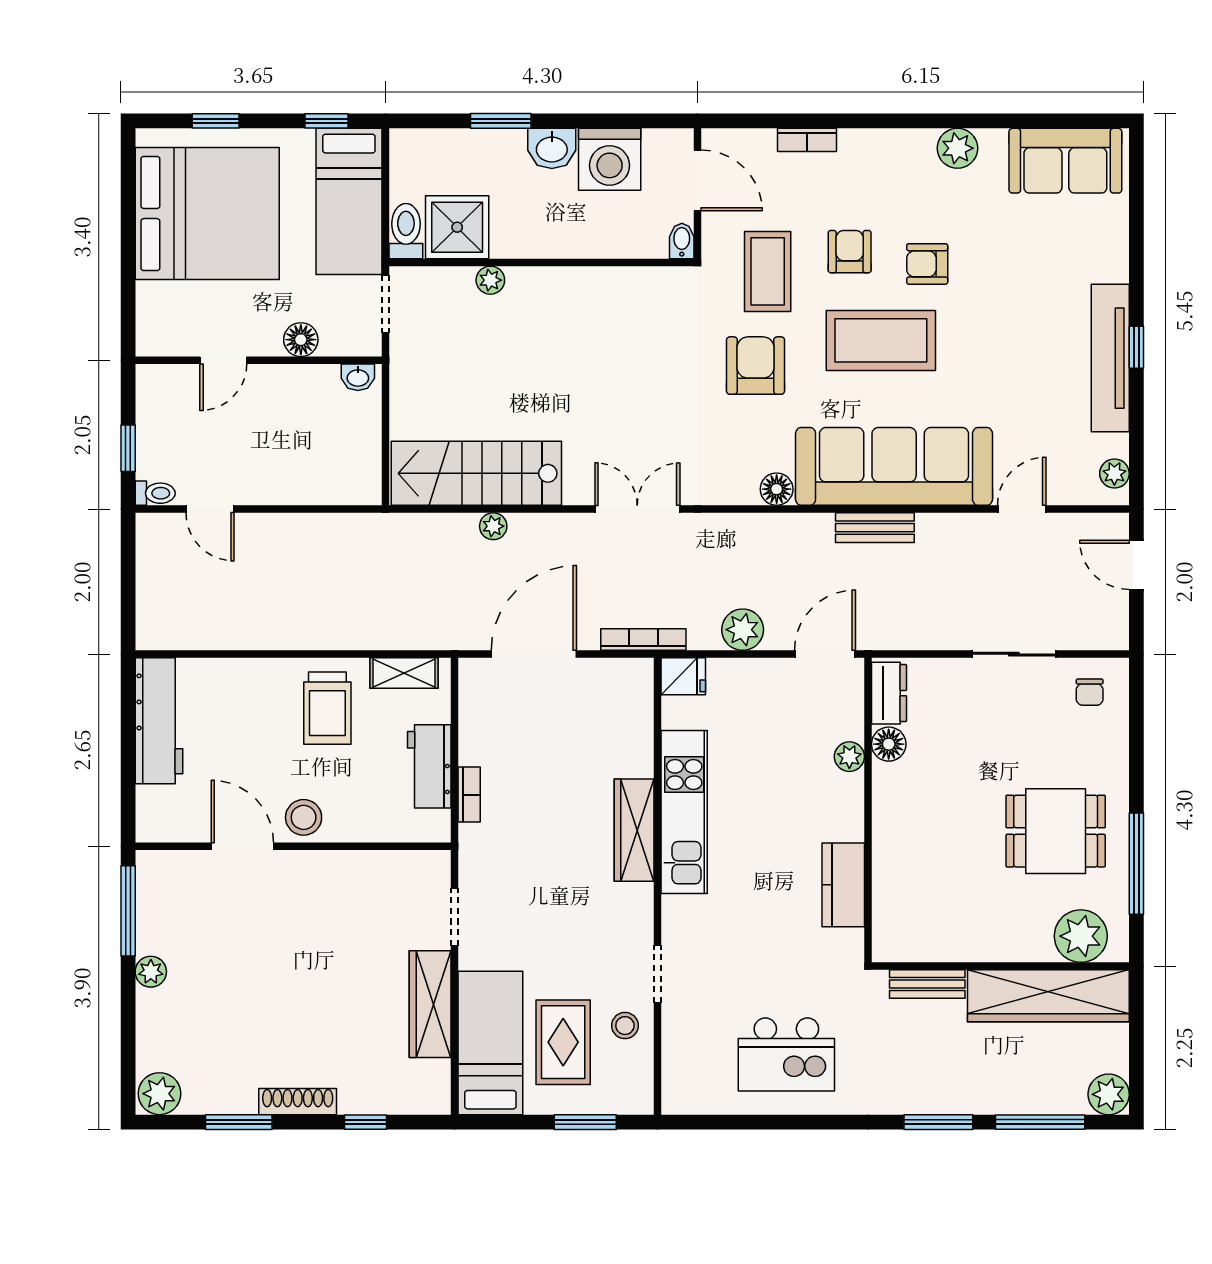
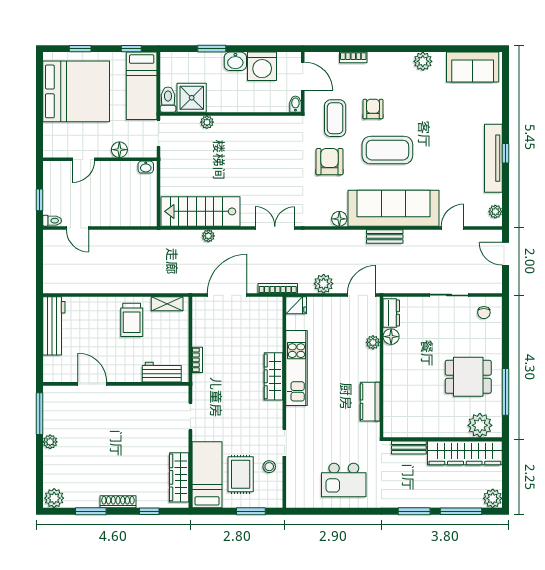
armchair: (927, 264) -> (409, 115), removed
workbench: (429, 766) -> (162, 372), moved, turned 90
stool: (304, 817) -> (121, 370), removed
wardrobe: (430, 1004) -> (179, 477), moved

